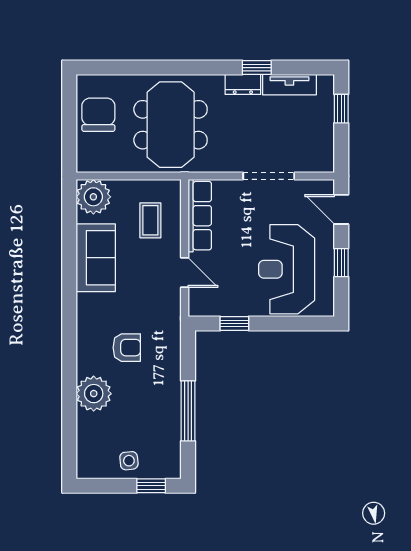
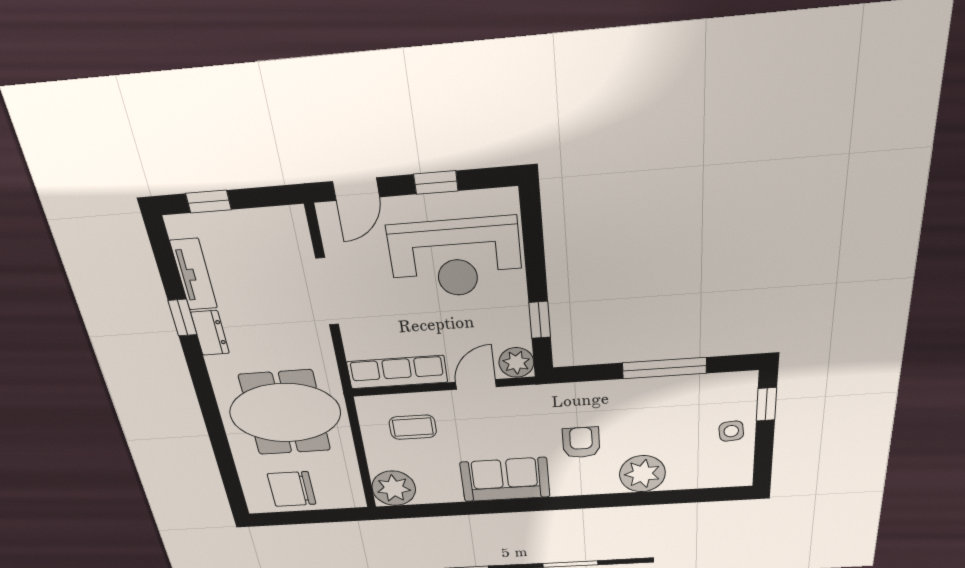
sofa: (96, 258) -> (505, 480), moved
plant: (201, 304) -> (516, 362), added

